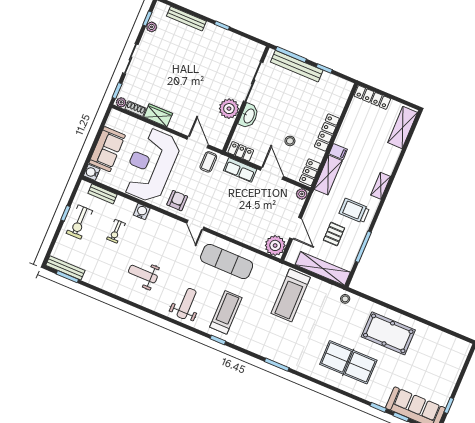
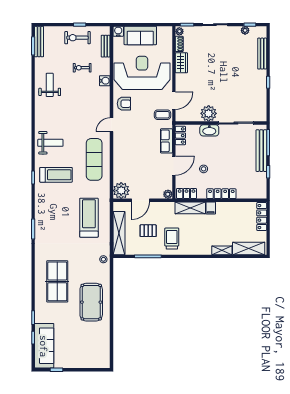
shelving: (381, 186) -> (222, 250), moved
weight bench: (143, 274) -> (50, 85), moved
treadmill: (291, 295) -> (89, 218), turned 90

